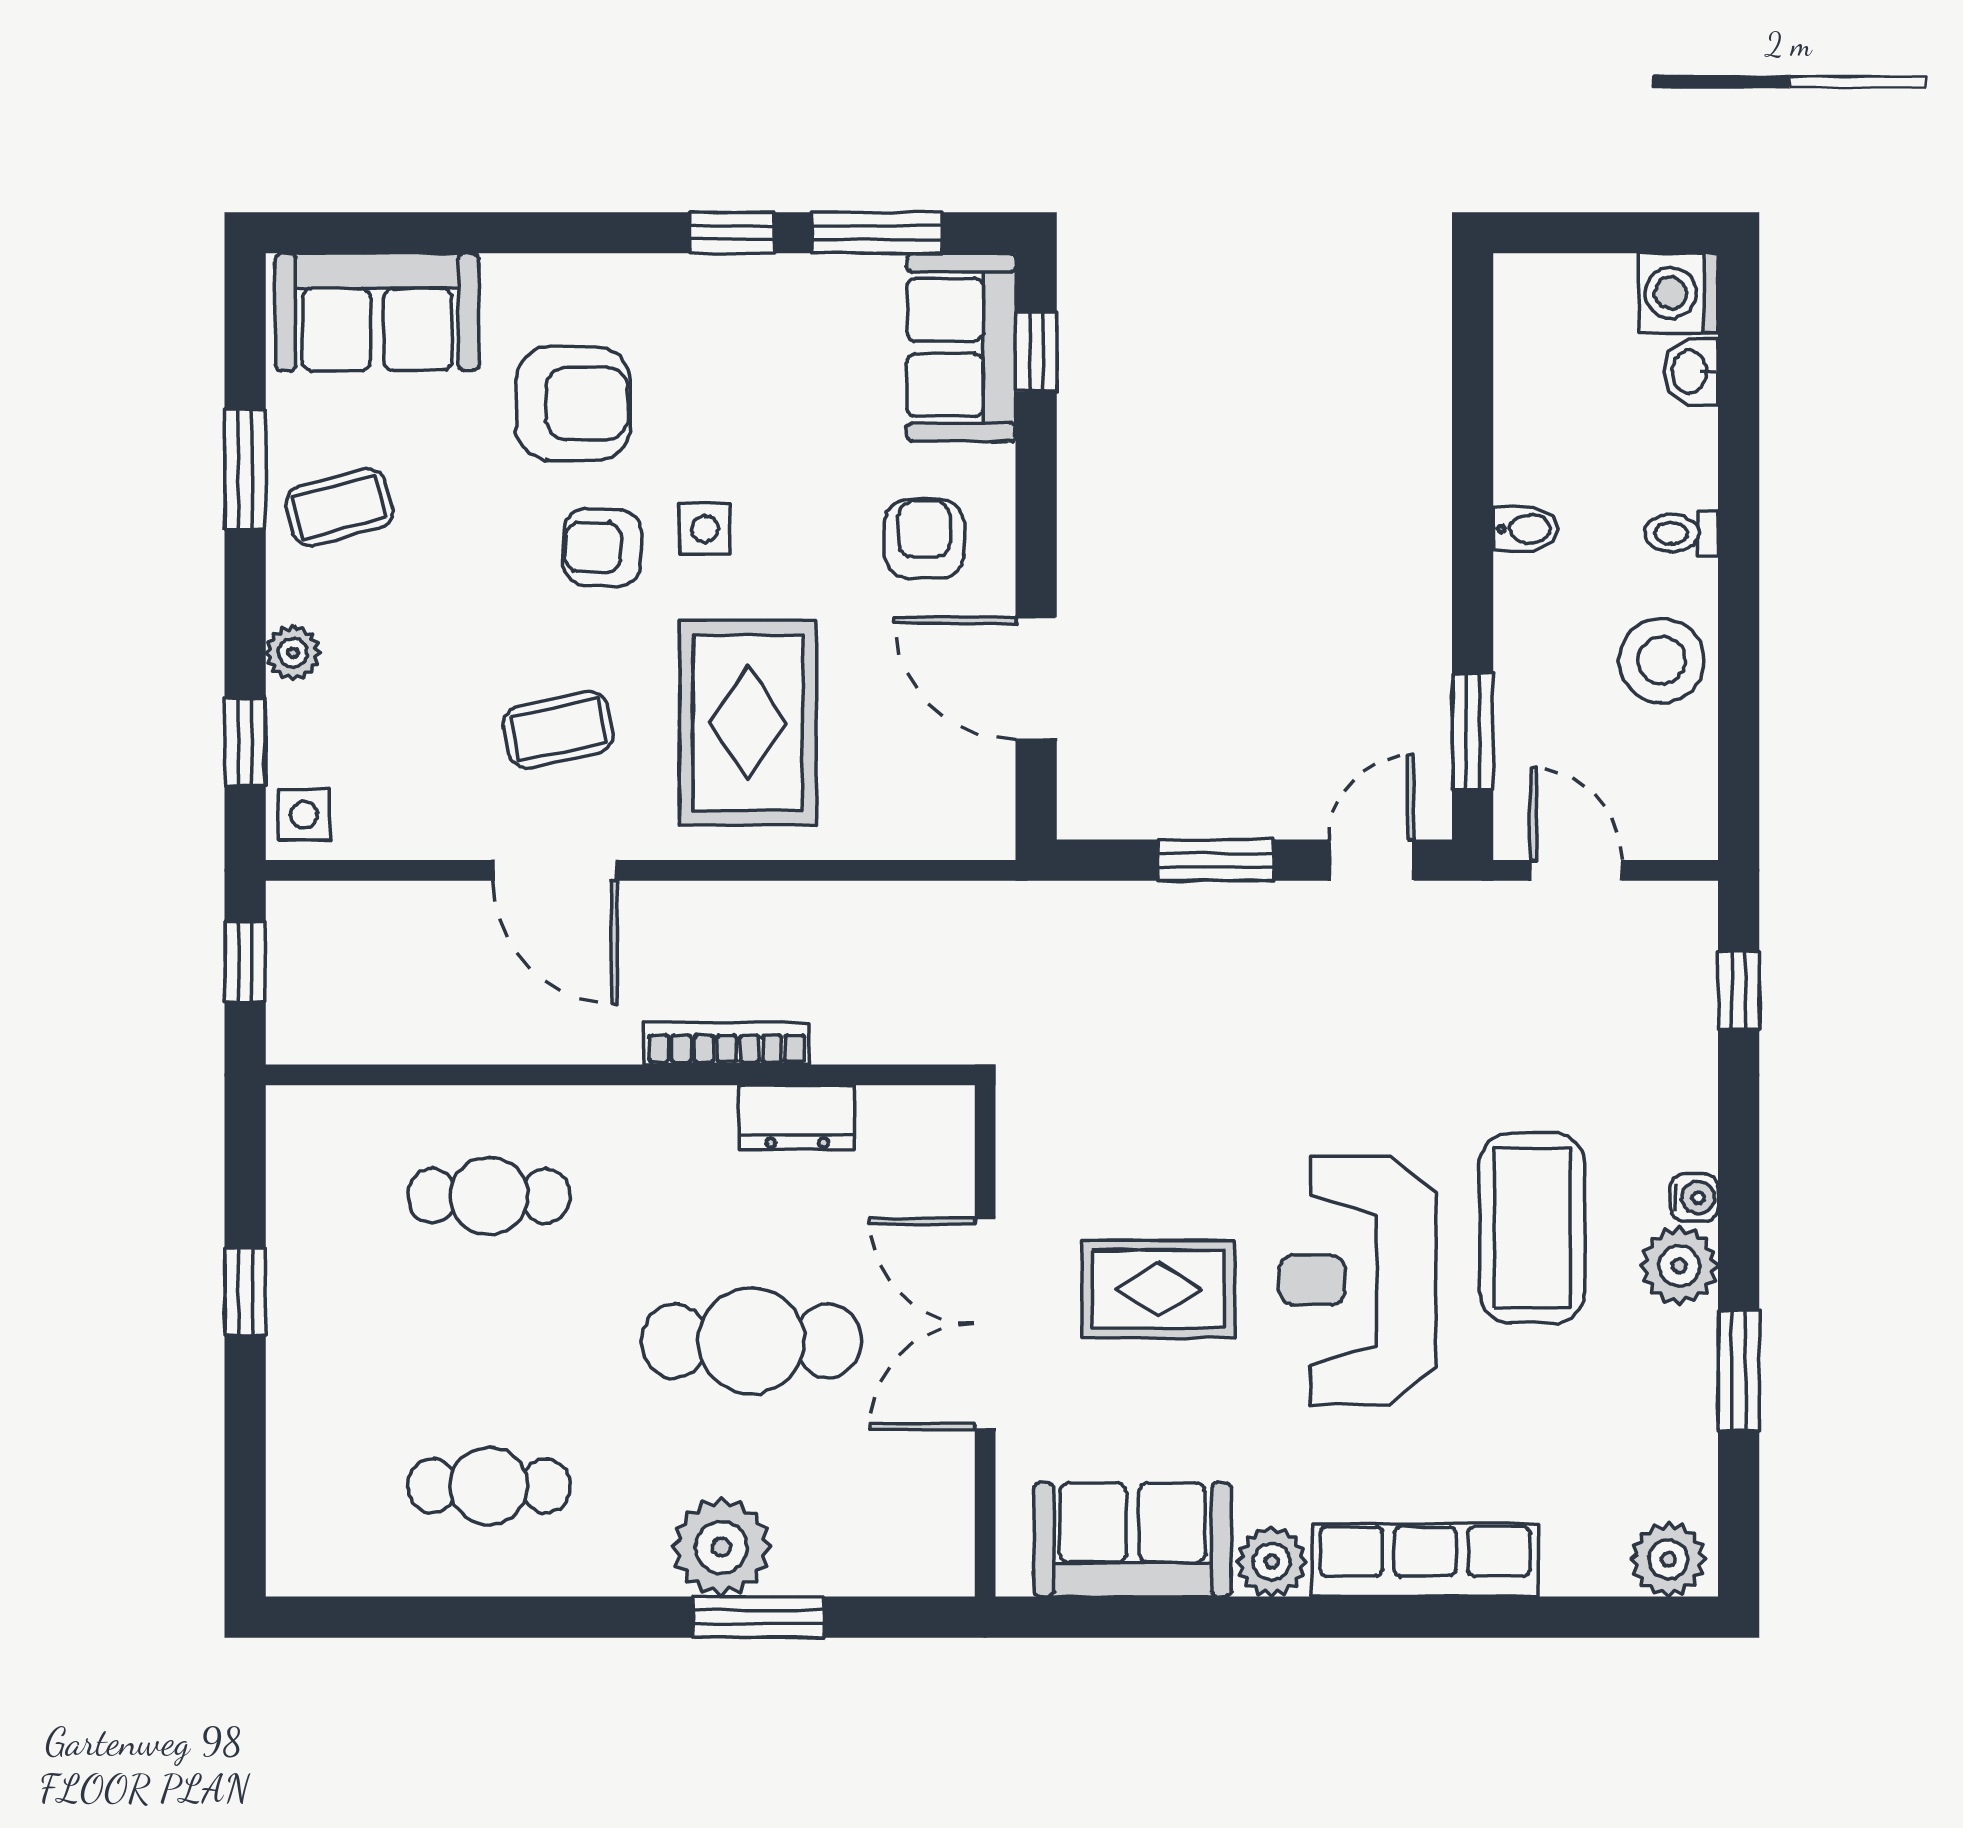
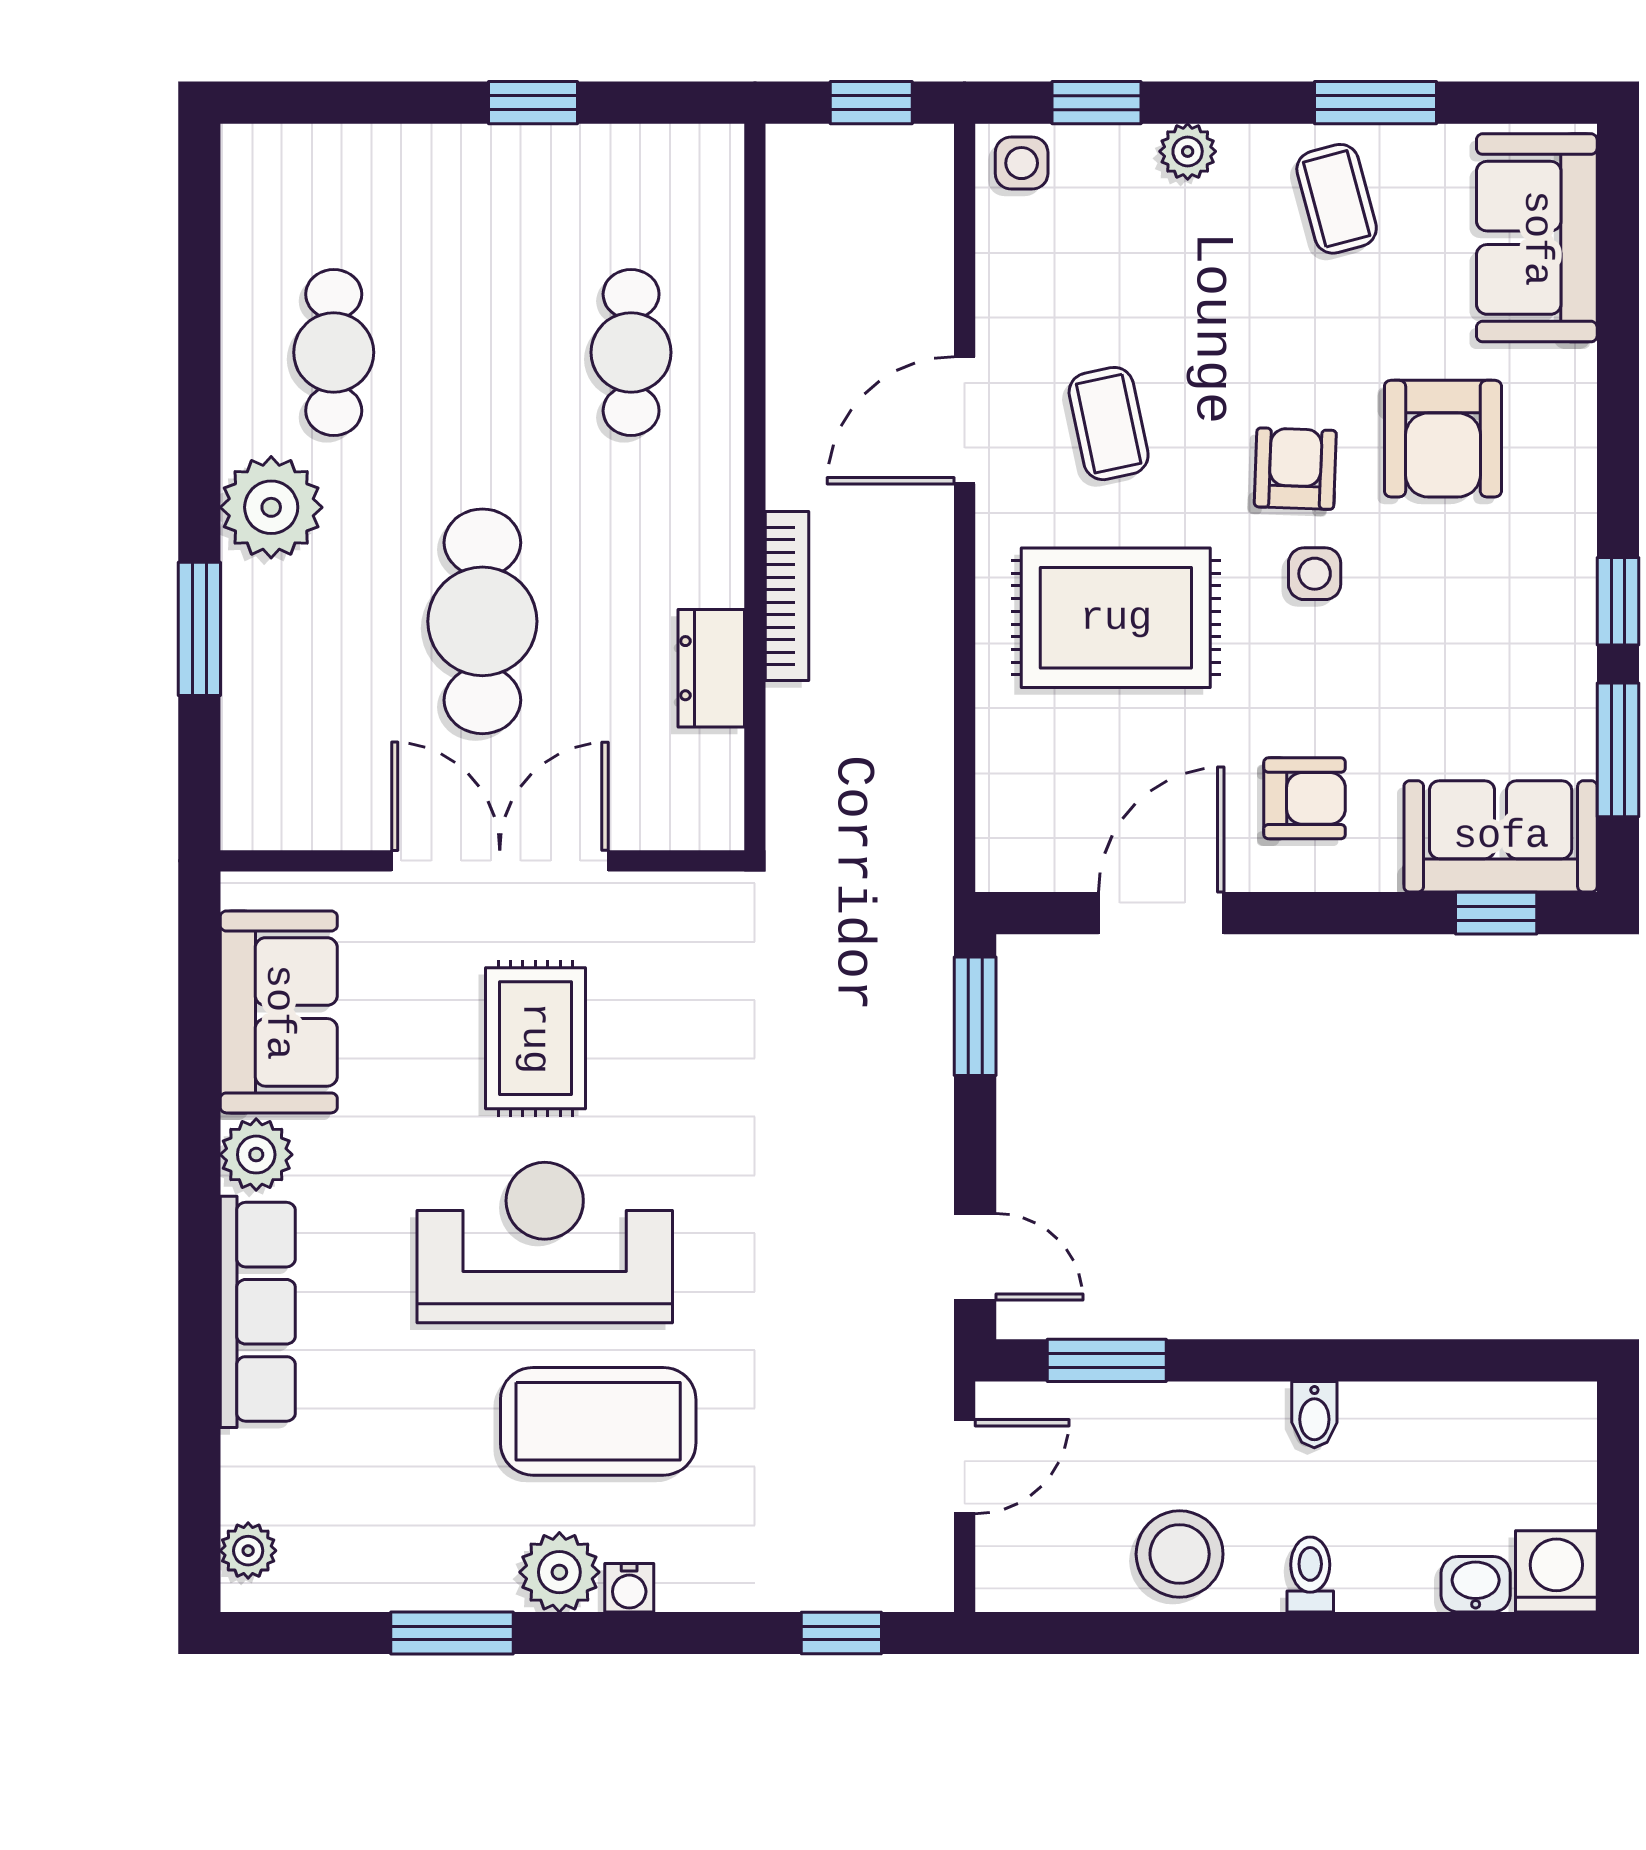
window: (1216, 860) -> (975, 1016), moved
plant: (722, 1547) -> (271, 507), moved
plant: (1668, 1559) -> (248, 1551), width x0.73, depth x0.73

